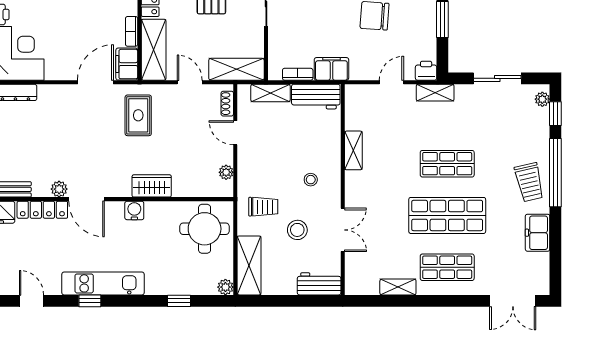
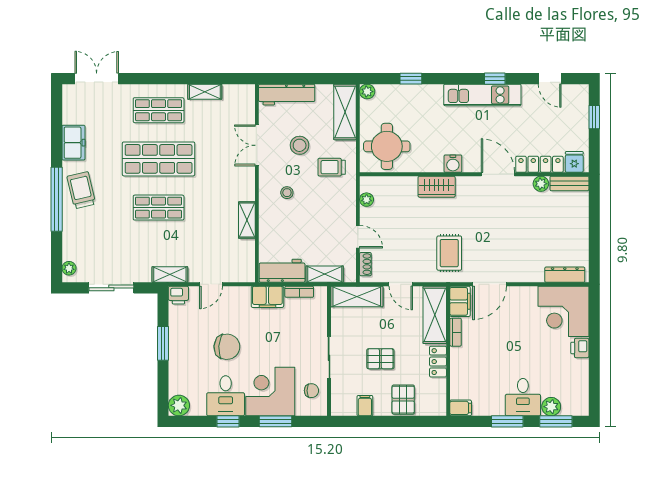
window: (555, 114) -> (57, 255), removed
plant: (59, 189) -> (541, 184), moved
workbench: (319, 284) -> (287, 95), width x1.38

